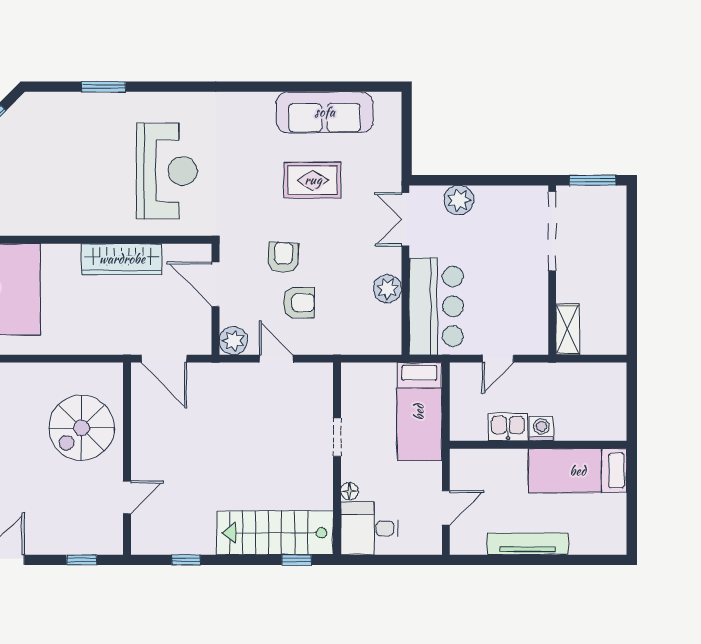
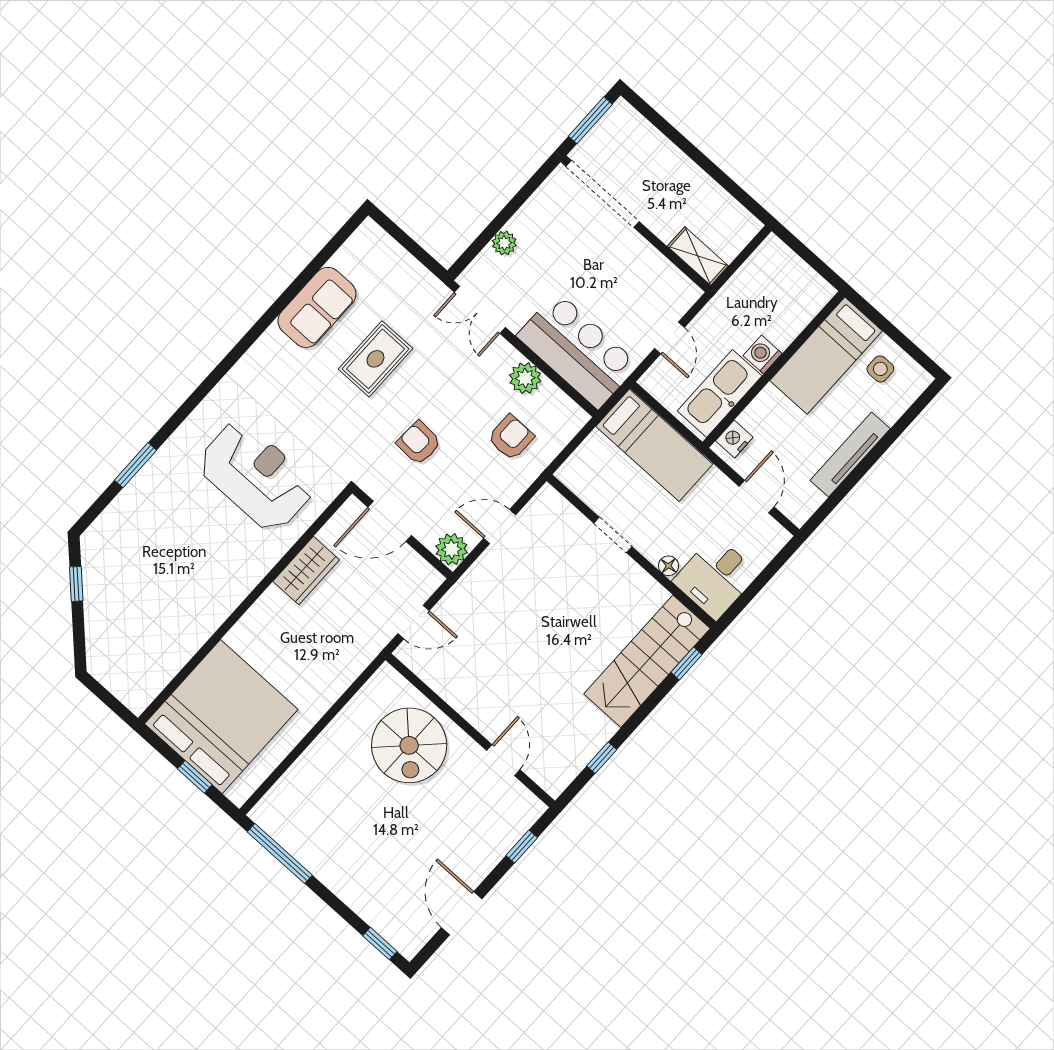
sofa: (325, 112) -> (317, 307), width x0.73
plant: (459, 200) -> (504, 243), width x0.73, depth x0.73
wardrobe: (122, 259) -> (306, 571), width x0.67
armchair: (299, 303) -> (511, 437), moved
door: (164, 359) -> (414, 622), width x0.73
kitchen sink: (508, 427) -> (720, 393), width x1.88, depth x1.24
nightstand: (470, 460) -> (734, 439), added
side table: (601, 514) -> (880, 369), added

